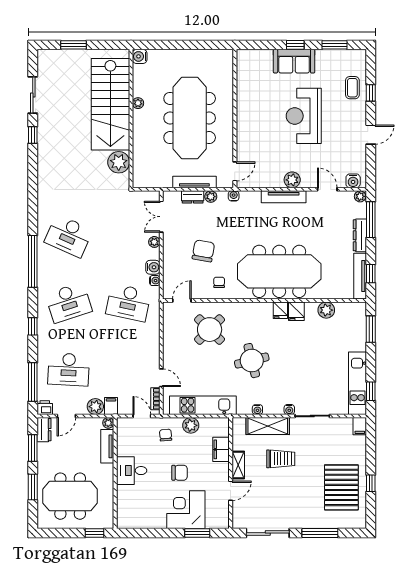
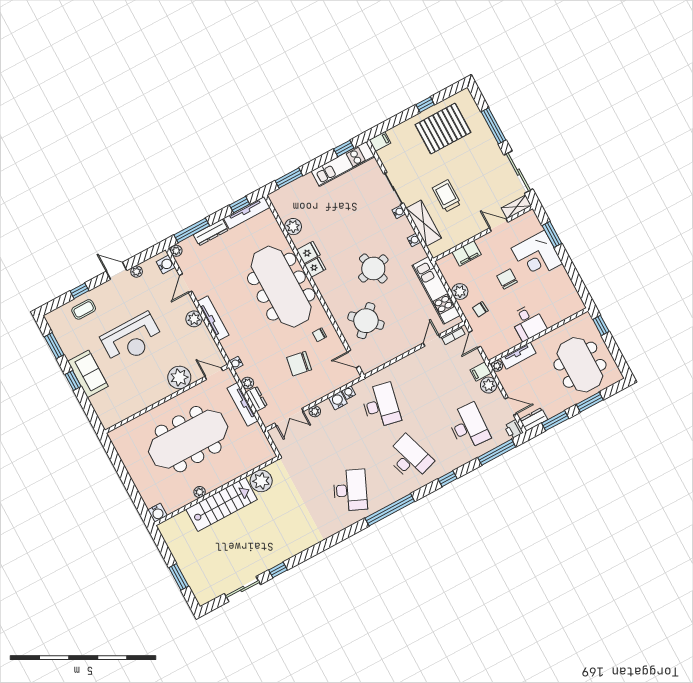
stairs: (110, 104) -> (222, 504), width x0.73, depth x0.66
plant: (248, 139) -> (179, 377), added
plant: (361, 152) -> (137, 272), added
shelving: (238, 465) -> (516, 207), moved

